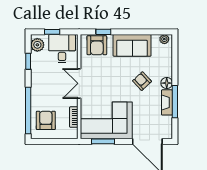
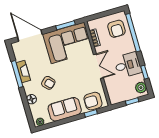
armchair: (97, 45) -> (93, 101), turned -90
desk: (62, 49) -> (128, 65), moved, turned -90
floor lamp: (167, 83) -> (32, 99), moved

